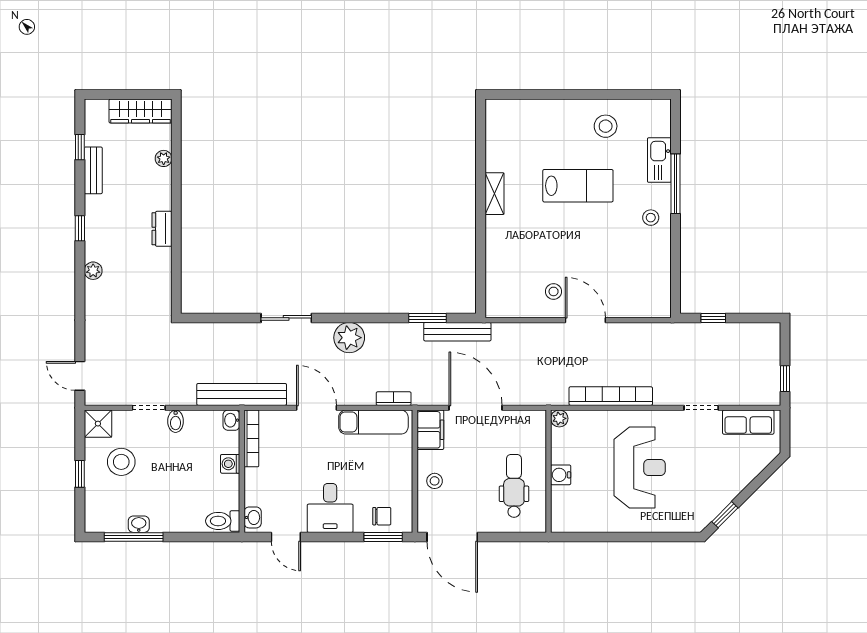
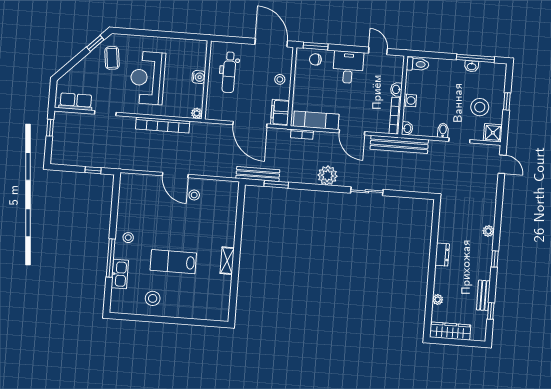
coffee table: (697, 494) -> (112, 58), added
washbasin: (253, 517) -> (396, 89), moved

